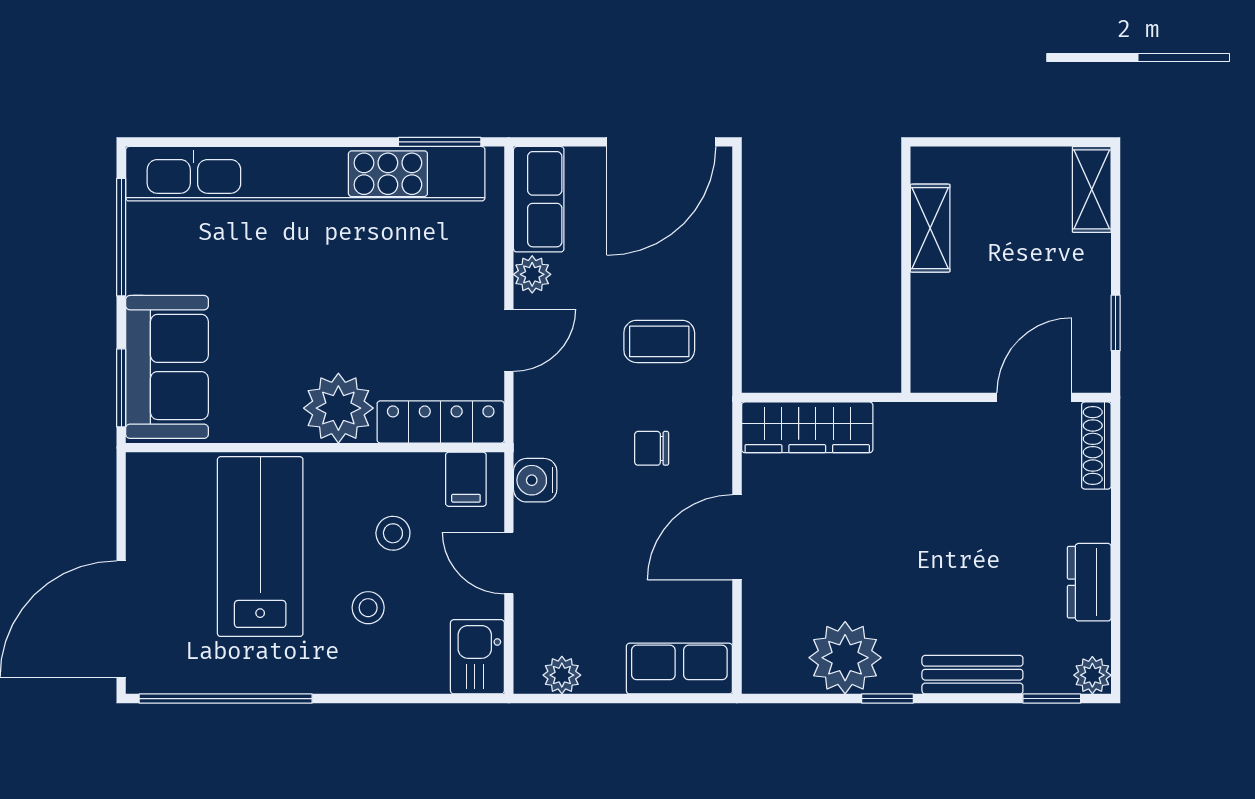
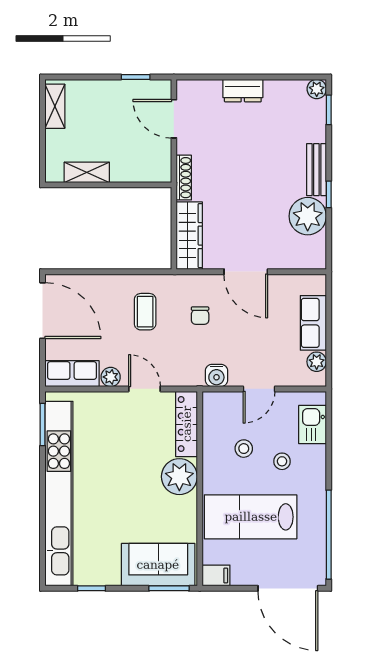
shelving: (1092, 189) -> (55, 106), moved, turned 90
window: (121, 237) -> (92, 588), width x0.46
shoe rack: (1096, 446) -> (184, 178), moved, turned -90
filing cabinet: (466, 479) -> (216, 576), moved
dresser: (1089, 582) -> (243, 91), moved
kitchen sink: (477, 657) -> (313, 425), moved, turned 90
row of seats: (679, 669) -> (313, 323), moved
bench: (972, 675) -> (316, 170), moved

